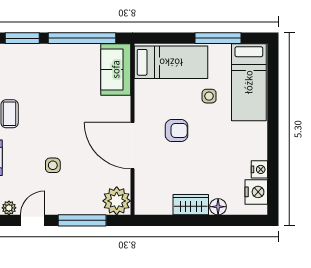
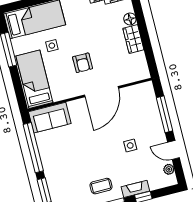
armchair: (176, 130) -> (83, 63), turned 180
plant: (117, 201) -> (144, 93), removed

